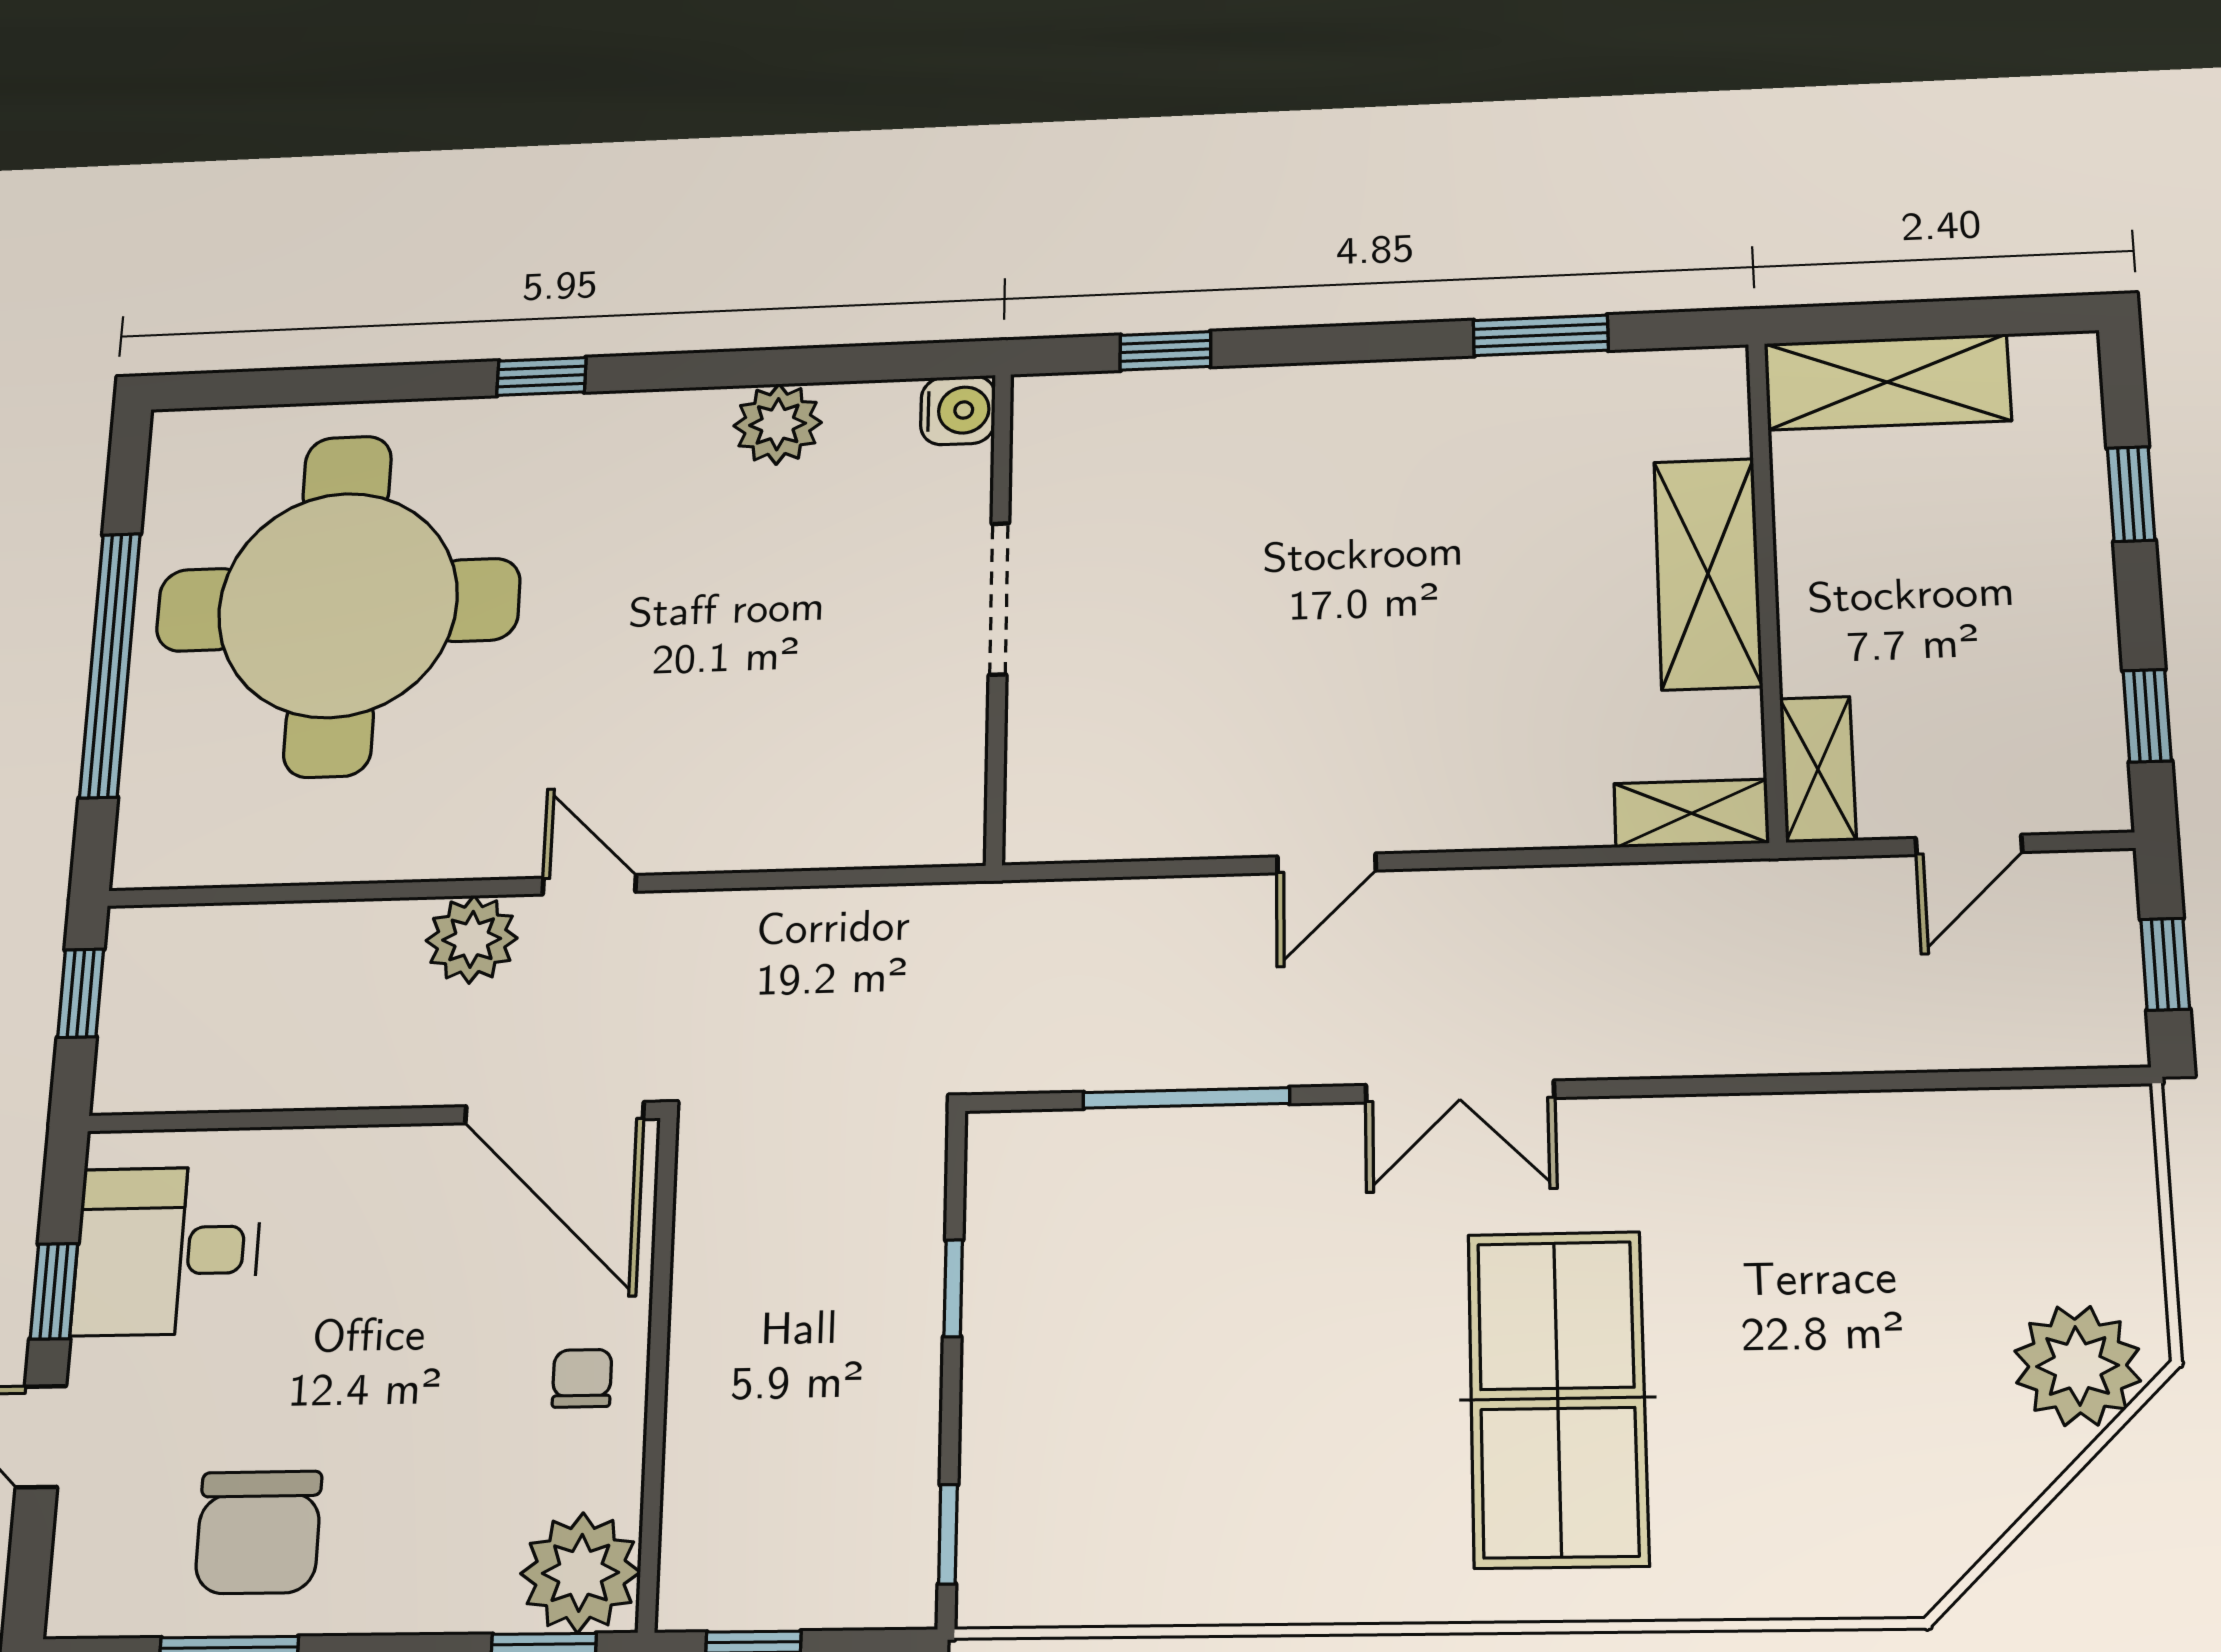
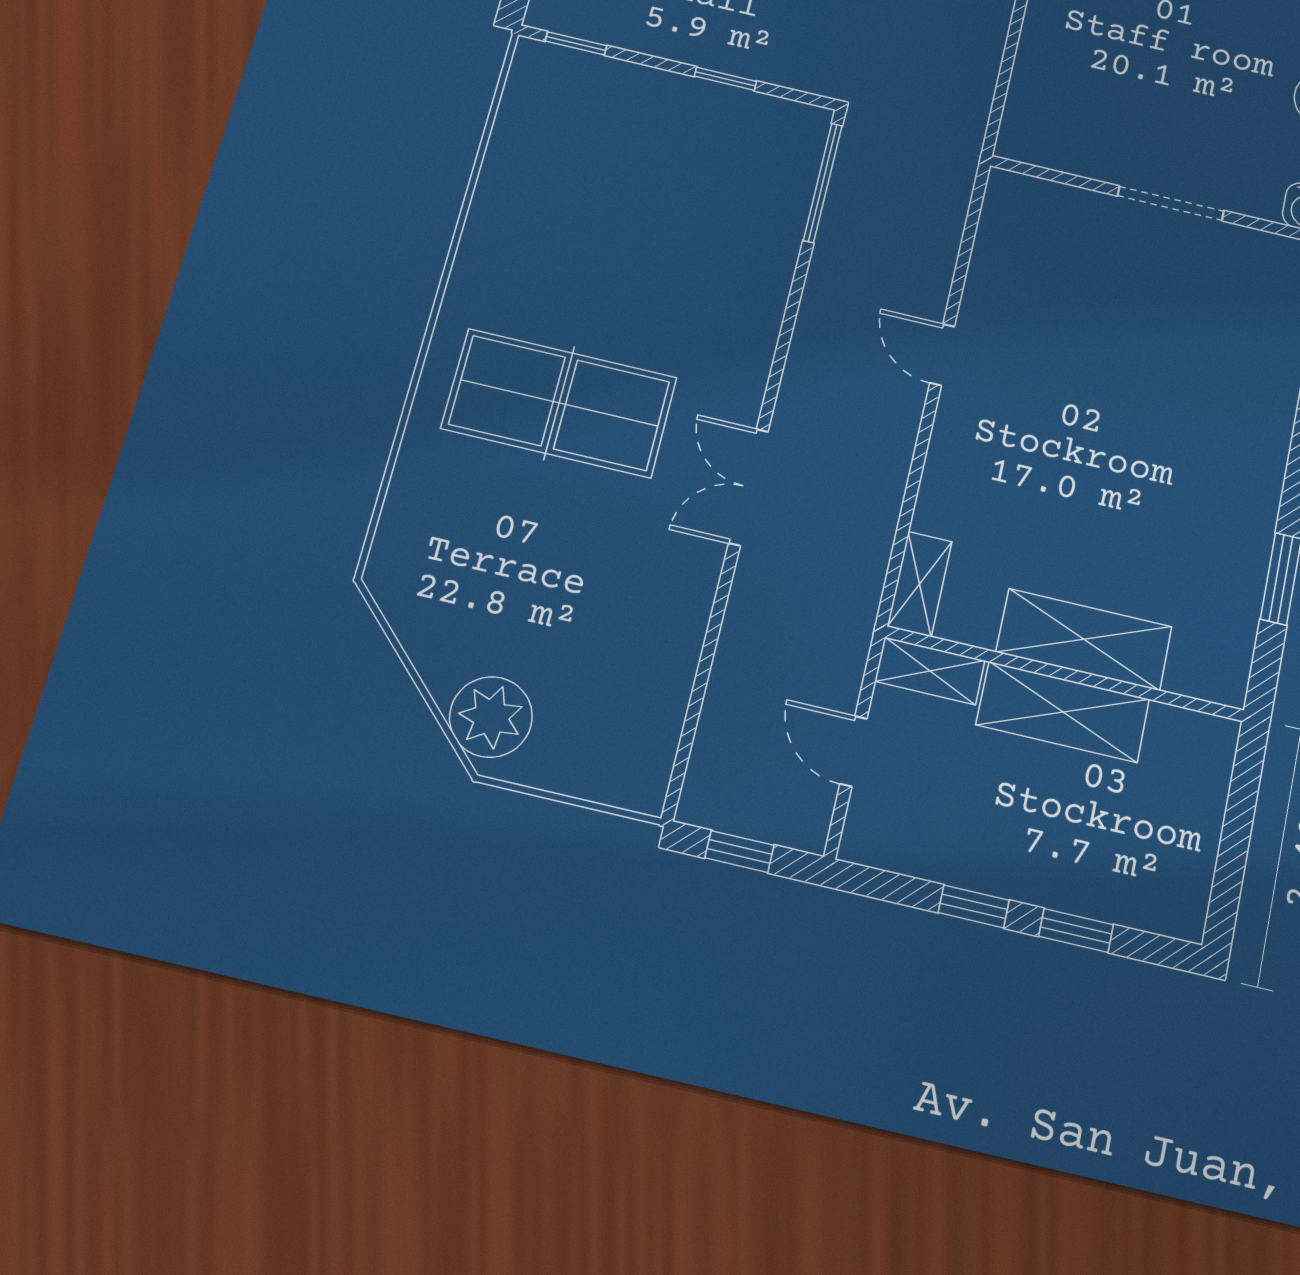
shelving: (1887, 382) -> (1063, 712), moved, turned 90
window: (2147, 716) -> (974, 906), moved
double door: (1460, 1092) -> (748, 487), moved
window: (1186, 1098) -> (823, 183), moved

